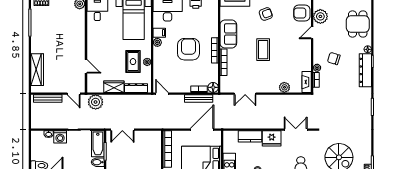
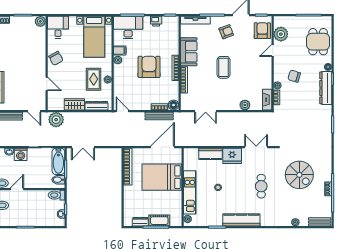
armchair: (302, 13) -> (262, 31), turned 90
chair: (95, 41) -> (56, 58), added

